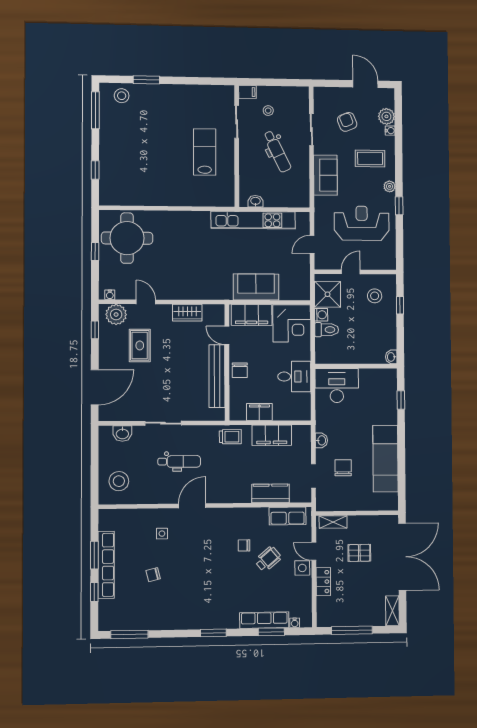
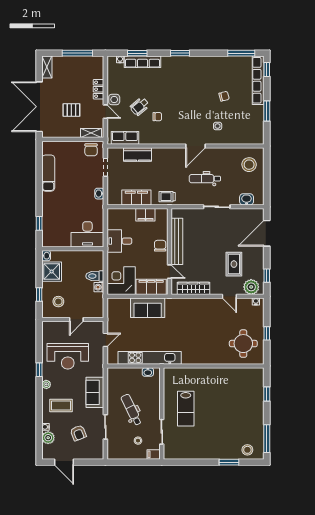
round table: (127, 238) -> (243, 344), width x0.73, depth x0.73
shower: (328, 294) -> (52, 272), moved
wardrobe: (187, 313) -> (193, 288), width x1.50
exam couch: (385, 459) -> (48, 173), width x0.73, depth x0.69
chair: (343, 468) -> (91, 150), moved
row of seats: (106, 565) -> (258, 80), moved
window: (94, 592) -> (267, 69), moved

